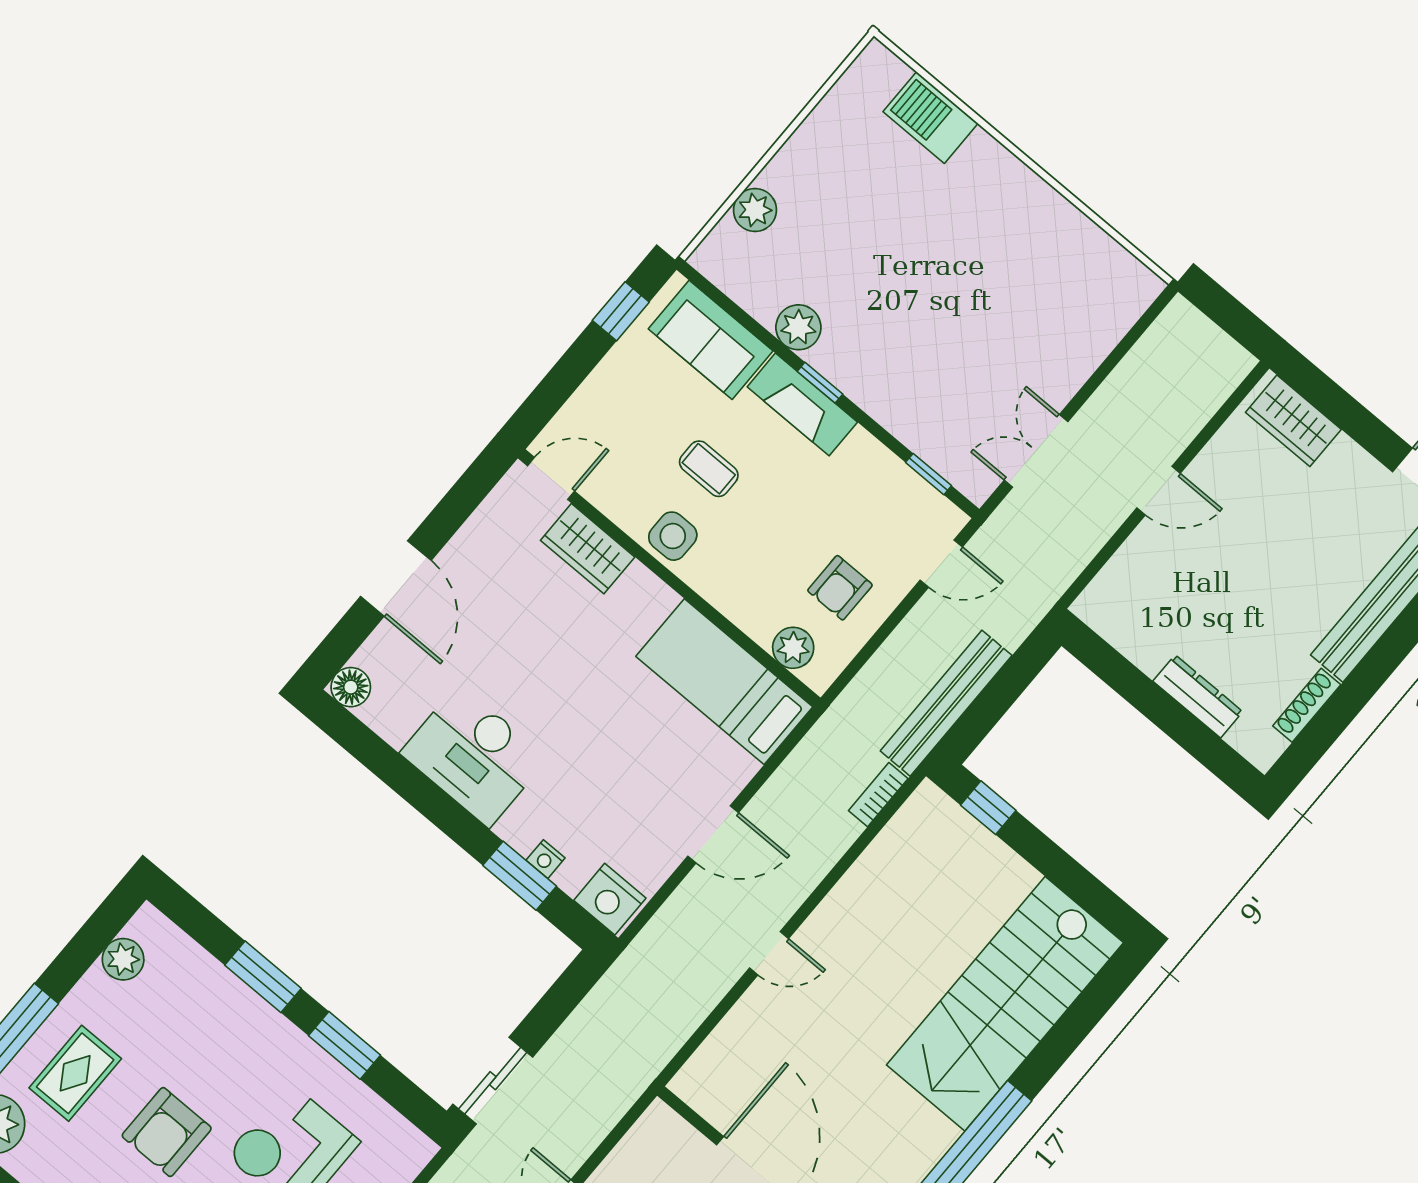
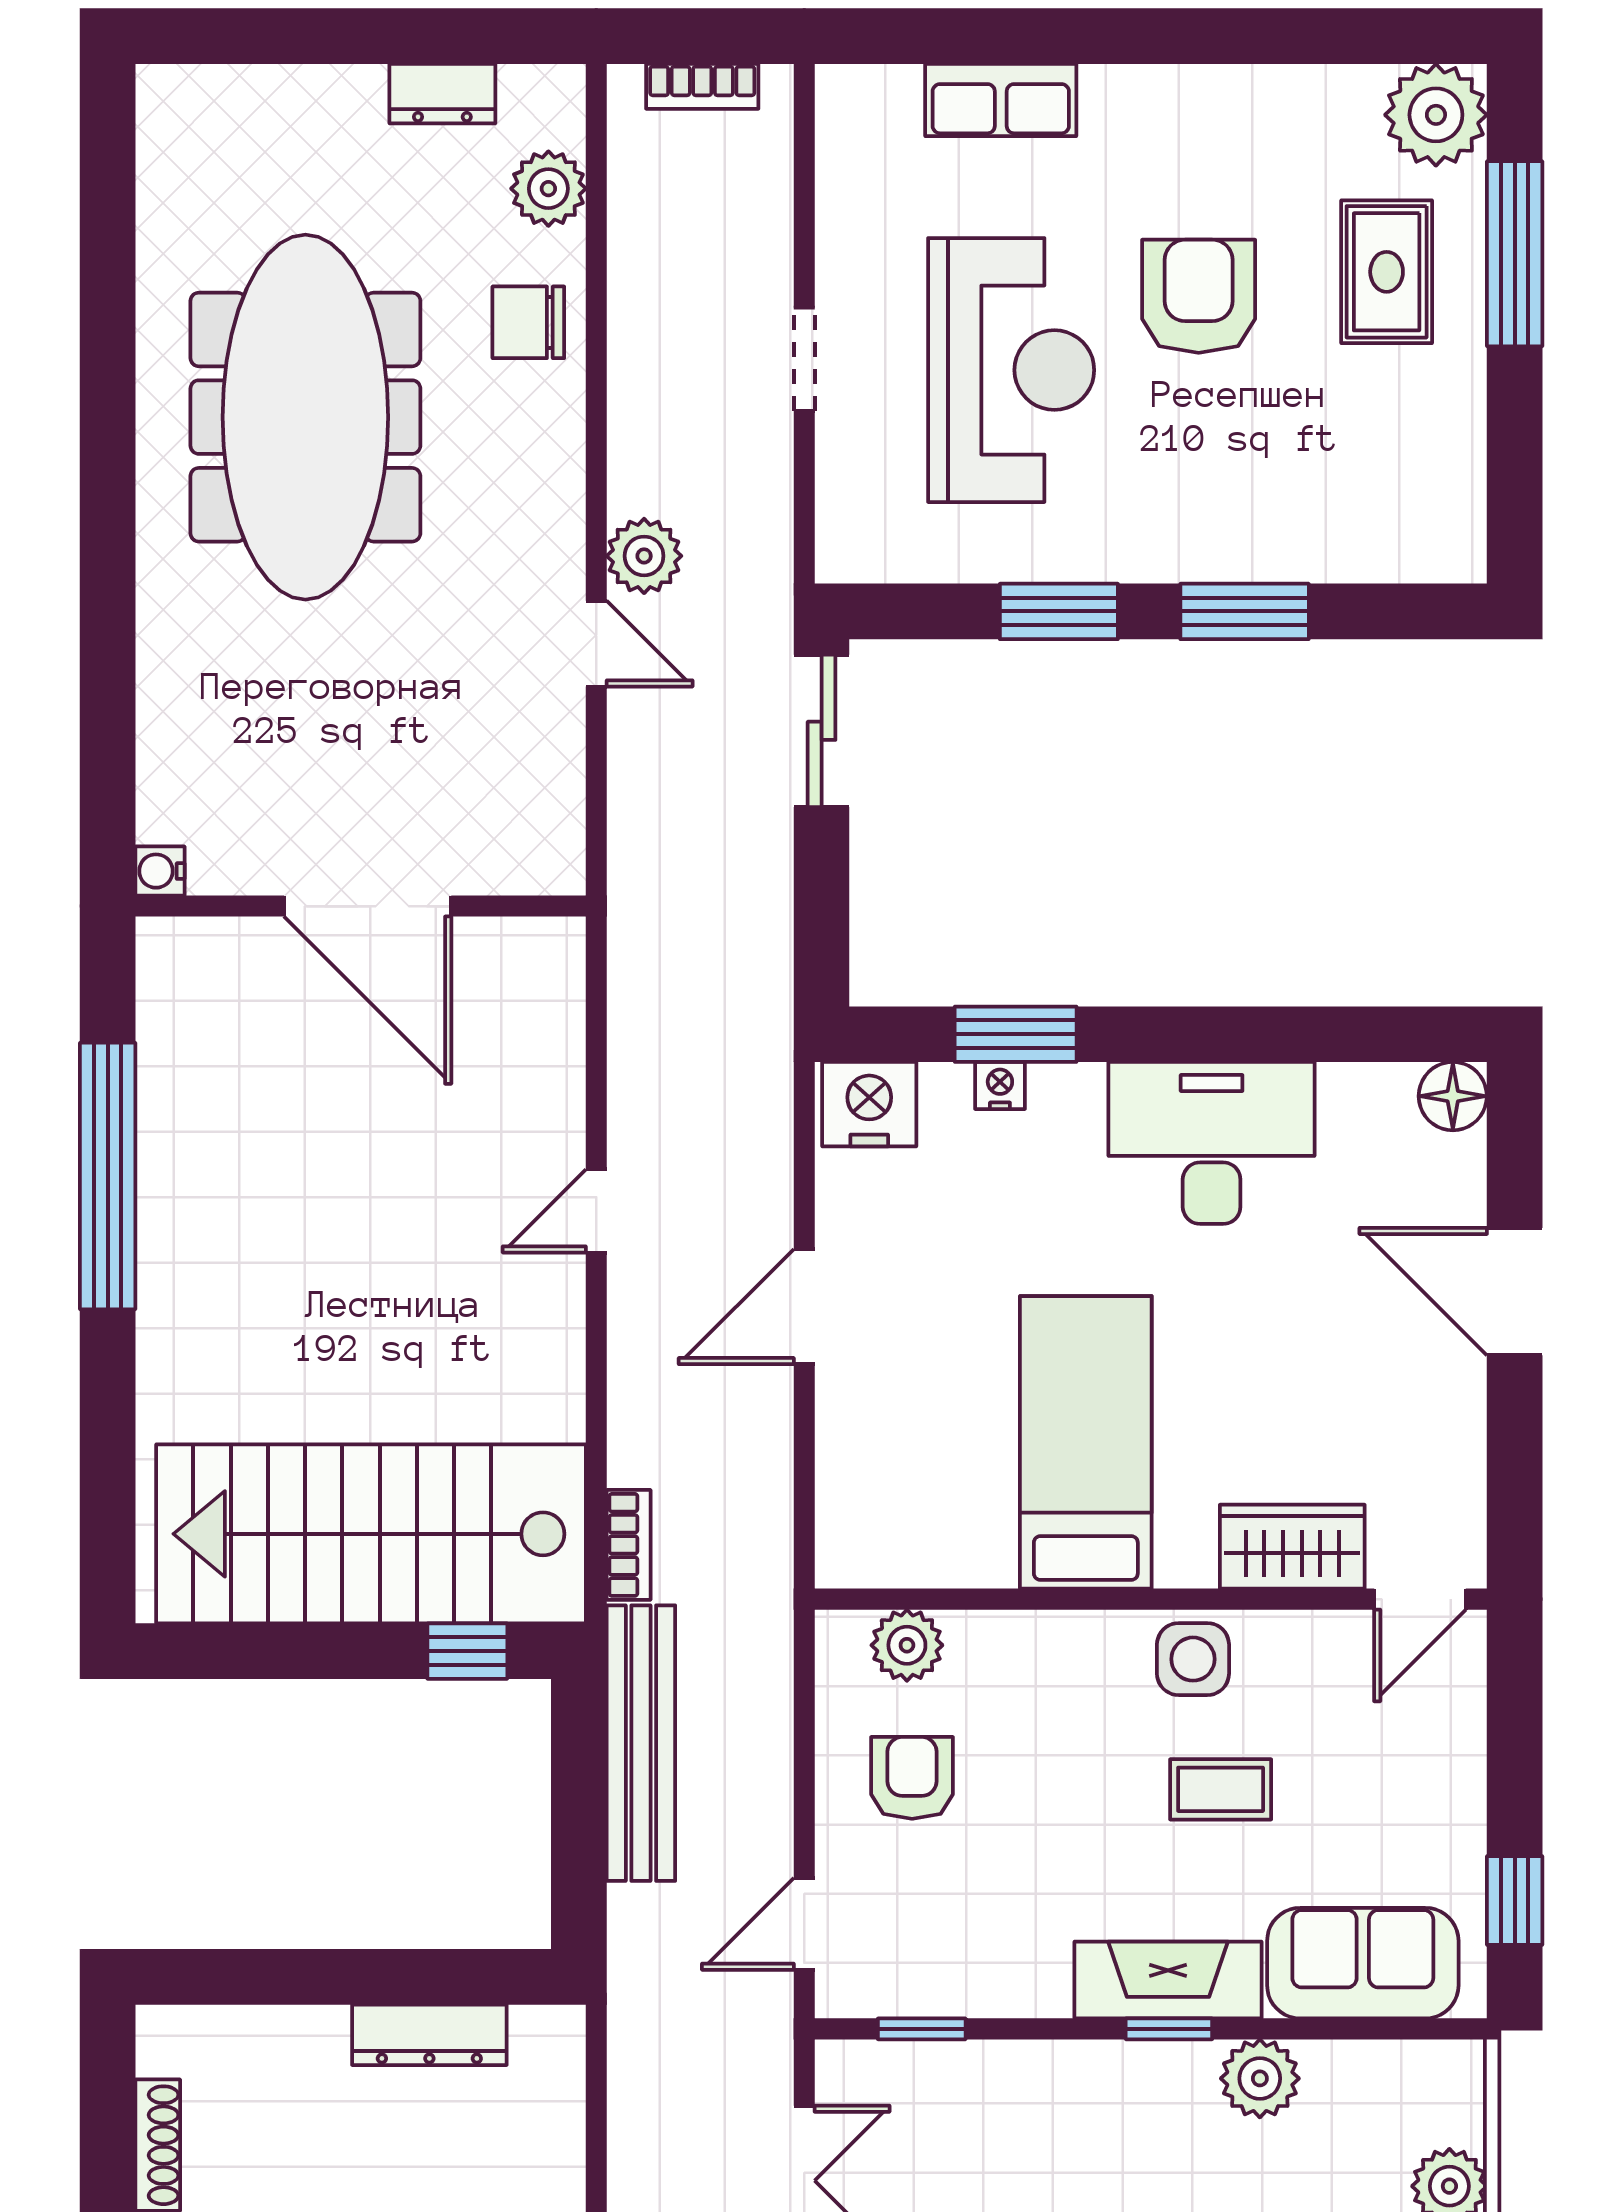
bed: (724, 682) -> (1086, 1442), moved, turned -90
dresser: (1198, 696) -> (429, 2035), moved
plant: (123, 959) -> (1451, 478), removed
stairs: (1005, 1004) -> (371, 1534), moved, turned -90

